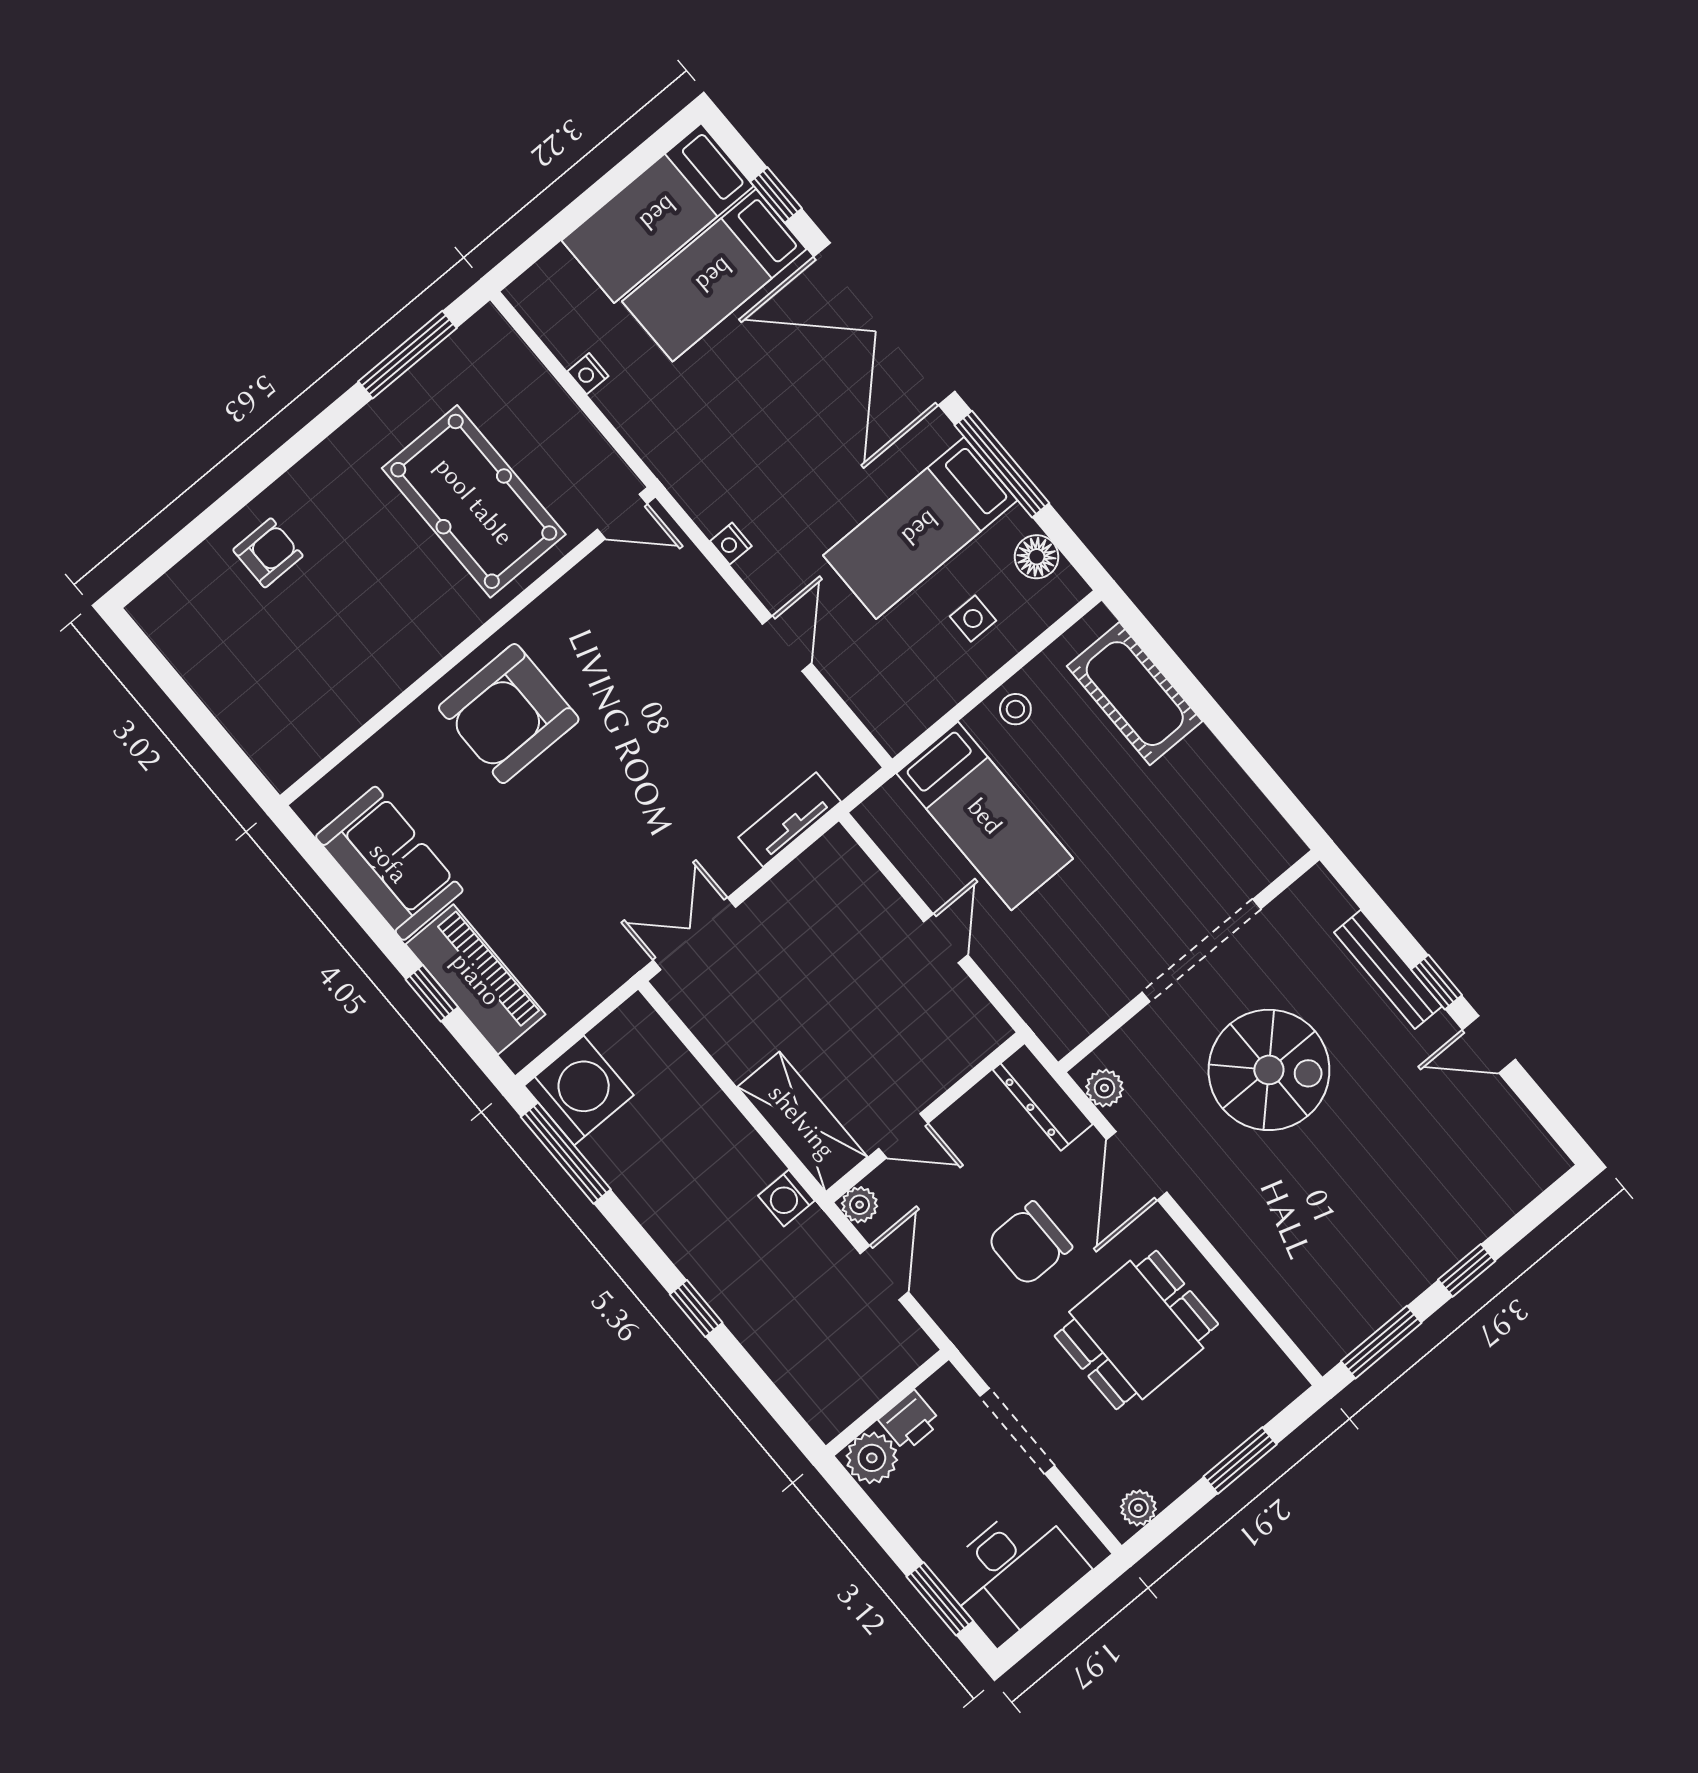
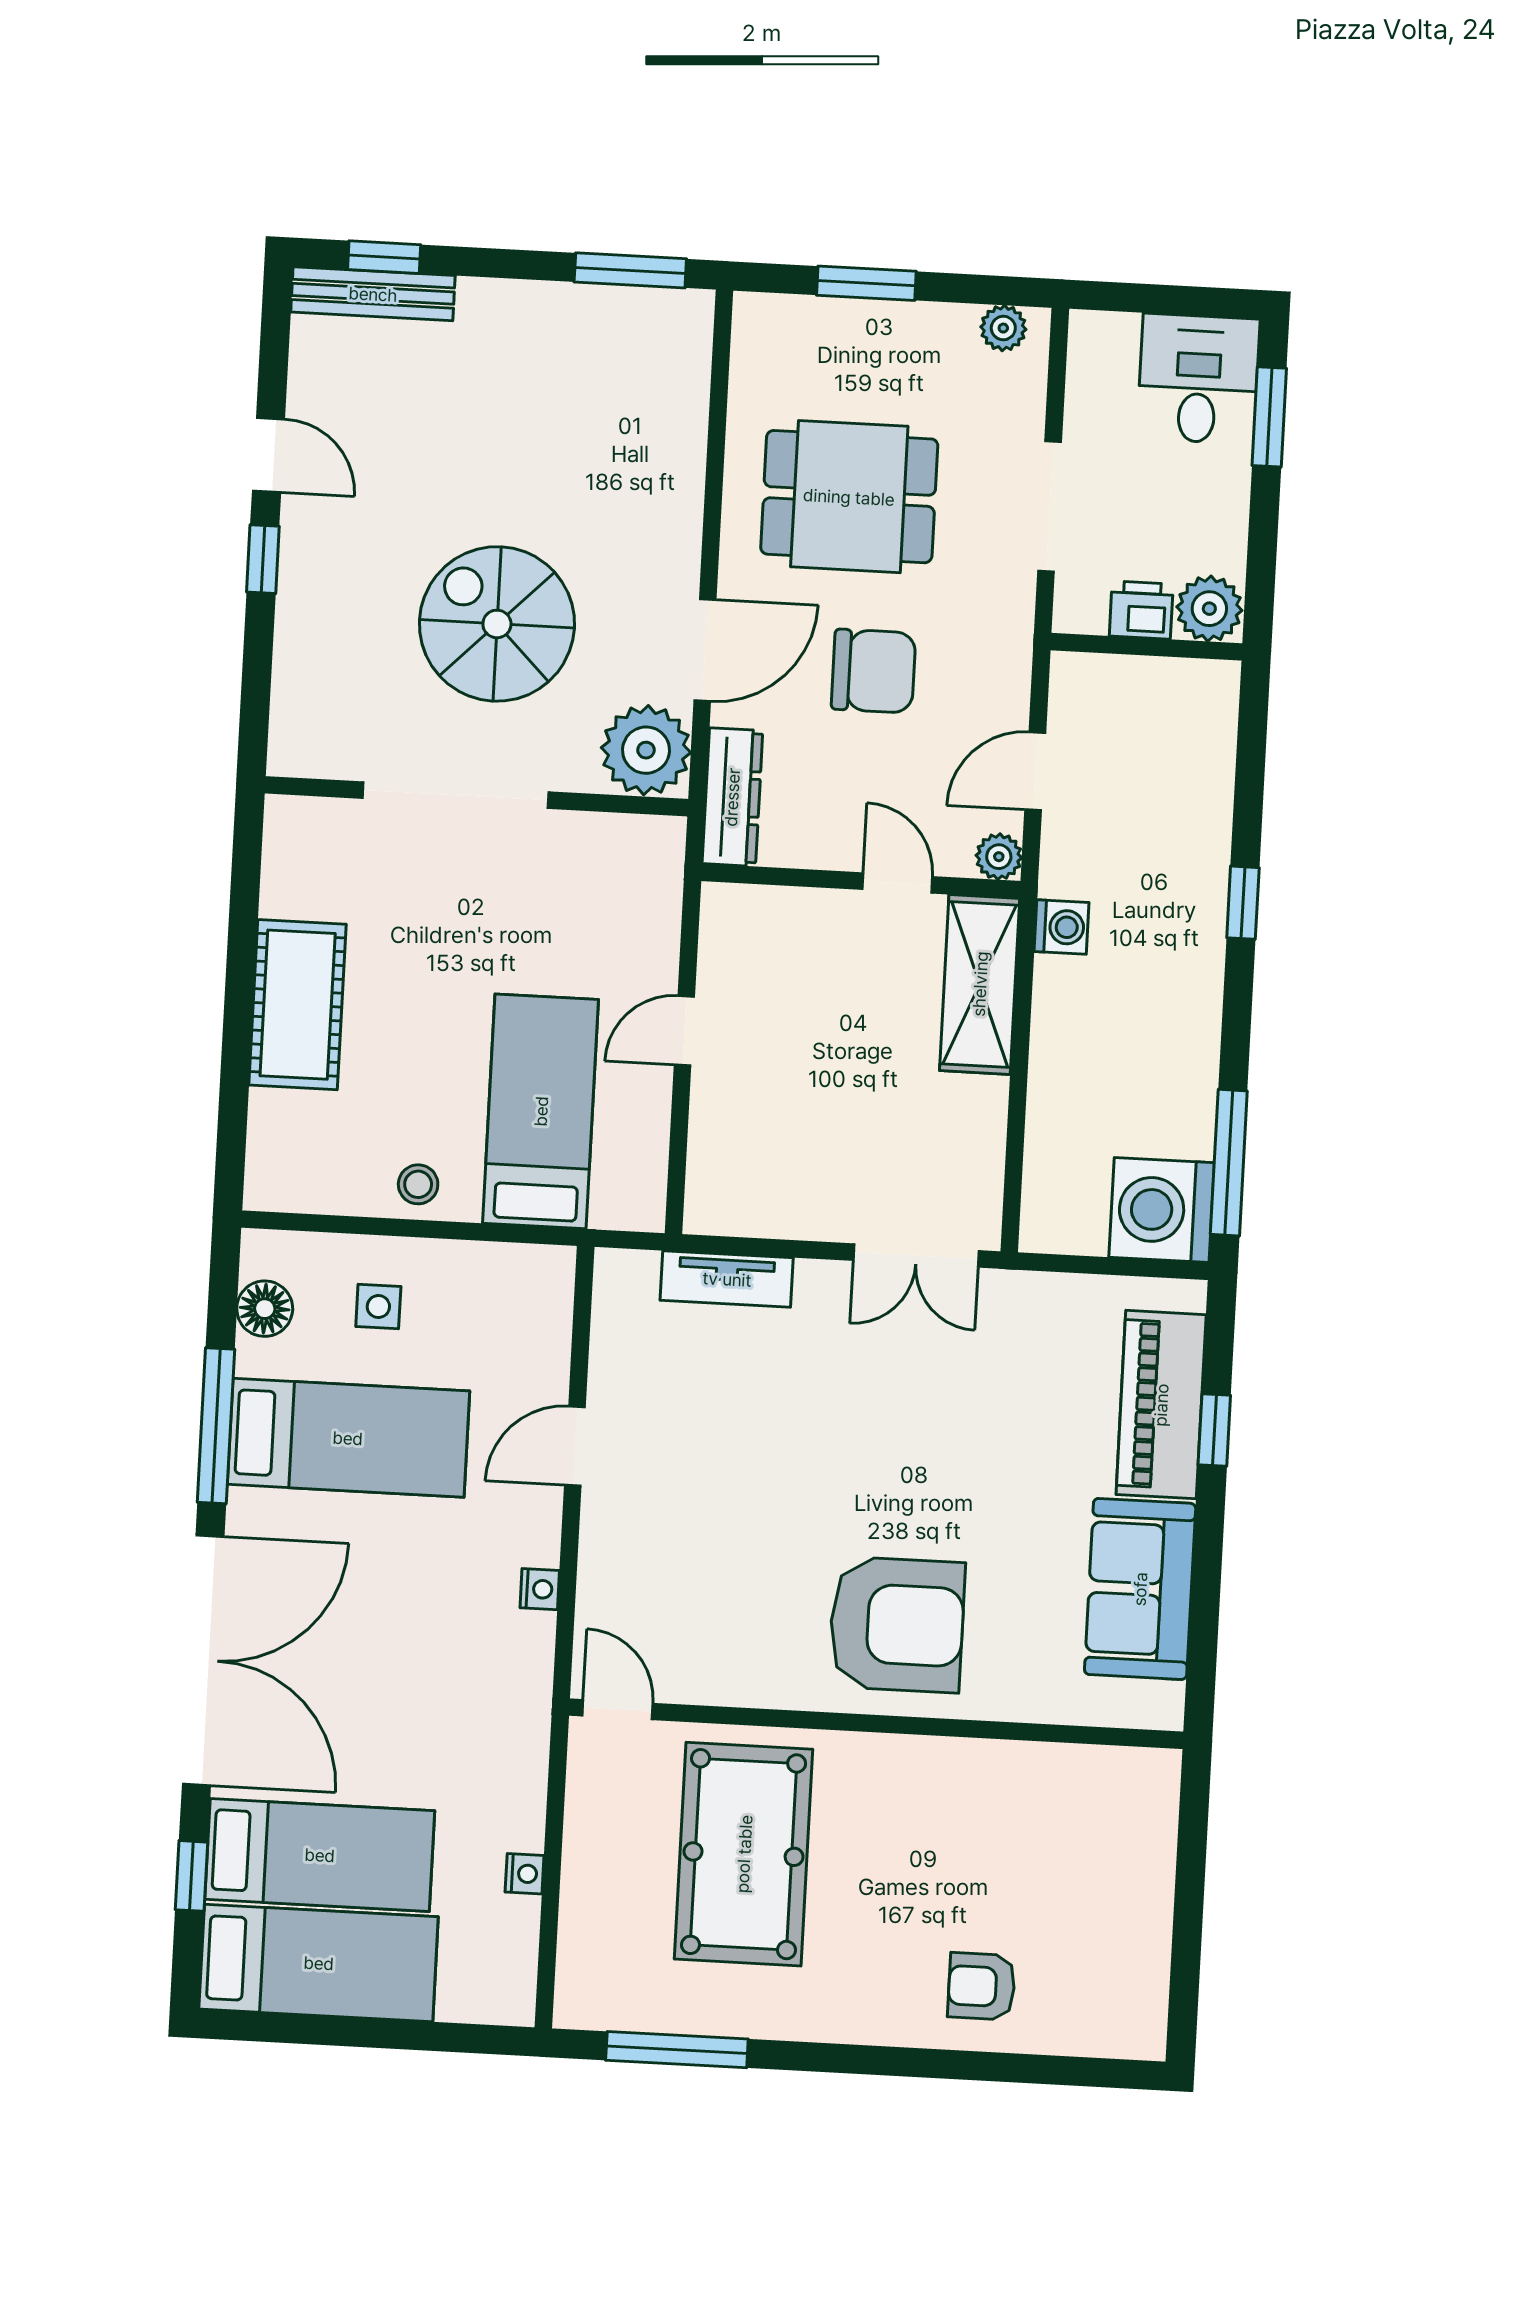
cot: (1135, 694) -> (298, 1005), moved
bench: (1388, 969) -> (373, 294), moved, turned 90
plant: (1104, 1088) -> (646, 750), width x1.87, depth x1.87
window: (1467, 1270) -> (384, 257), moved
desk: (1013, 1572) -> (1198, 379), width x0.73

